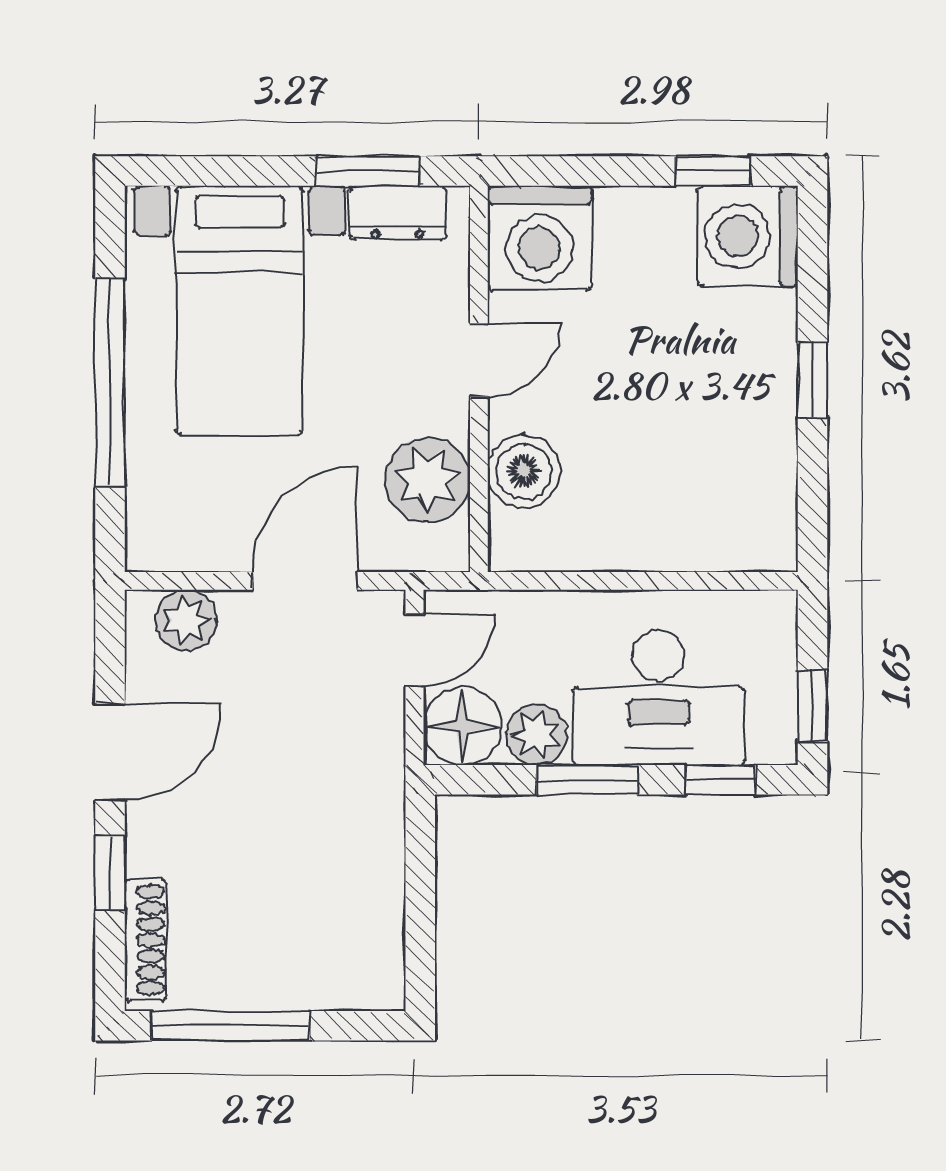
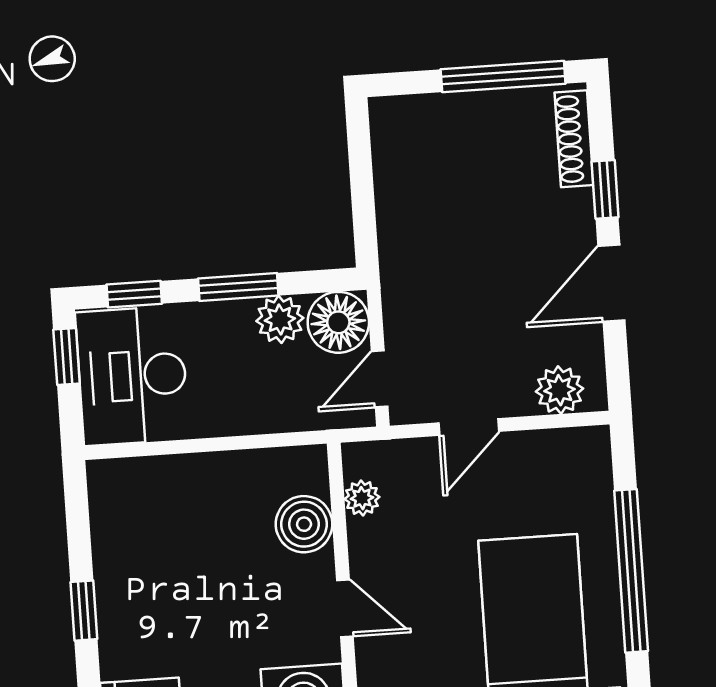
door: (479, 360) -> (345, 608), swing flipped
plant: (428, 480) -> (362, 498), width x0.53, depth x0.53
door: (305, 581) -> (469, 427), width x0.73
desk: (659, 698) -> (132, 376), moved, turned -90

